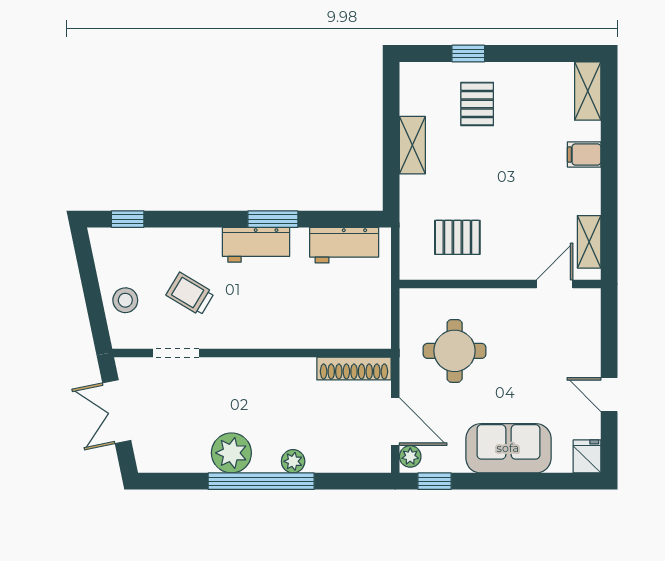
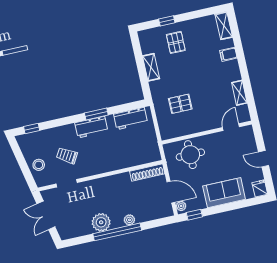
wall: (500, 284) -> (207, 133), moved
door: (555, 284) -> (231, 127), moved

